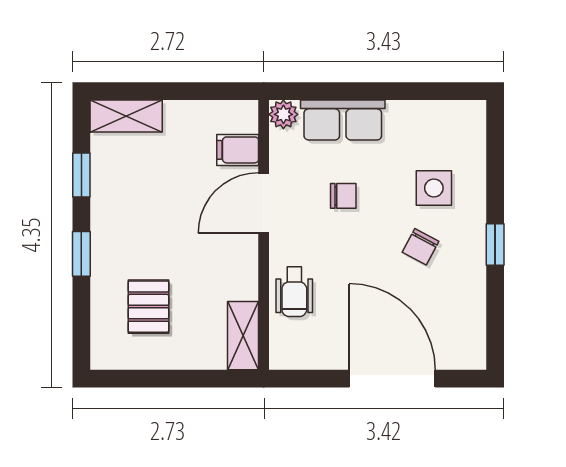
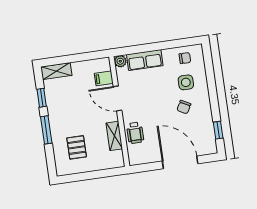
chair: (343, 196) -> (185, 58), moved
door: (264, 203) -> (117, 98), hinge flipped
window: (495, 244) -> (218, 130), moved
window: (81, 254) -> (46, 130), width x1.50
shelving: (243, 336) -> (114, 136), moved

